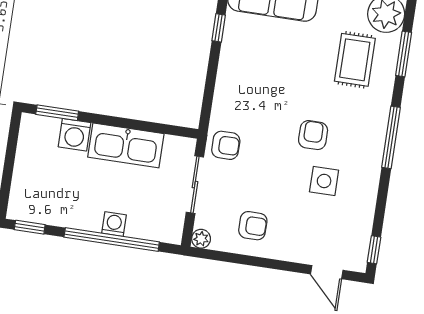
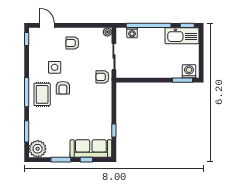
rug: (355, 60) -> (42, 94), moved
washing machine: (75, 135) -> (189, 71), moved
kitchen sink: (126, 145) -> (182, 36), moved, turned 180
washing machine: (114, 224) -> (132, 33), moved
armchair: (253, 226) -> (72, 43), moved

